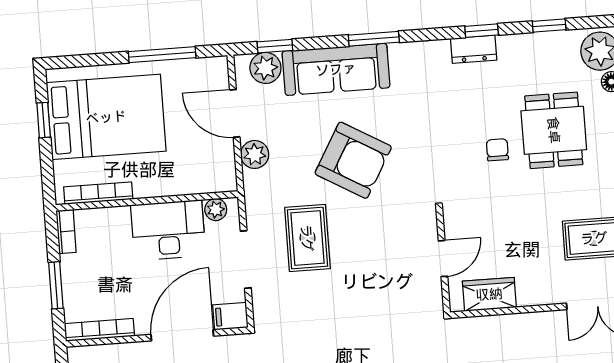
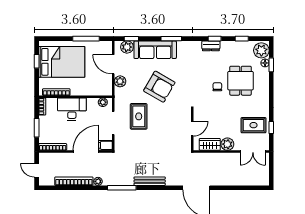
desk: (168, 230) -> (72, 109), moved
plant: (533, 290) -> (227, 144), added

